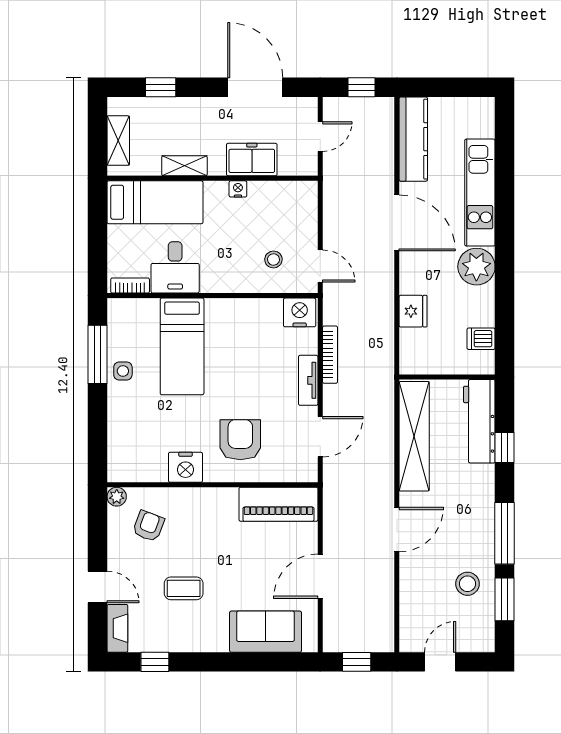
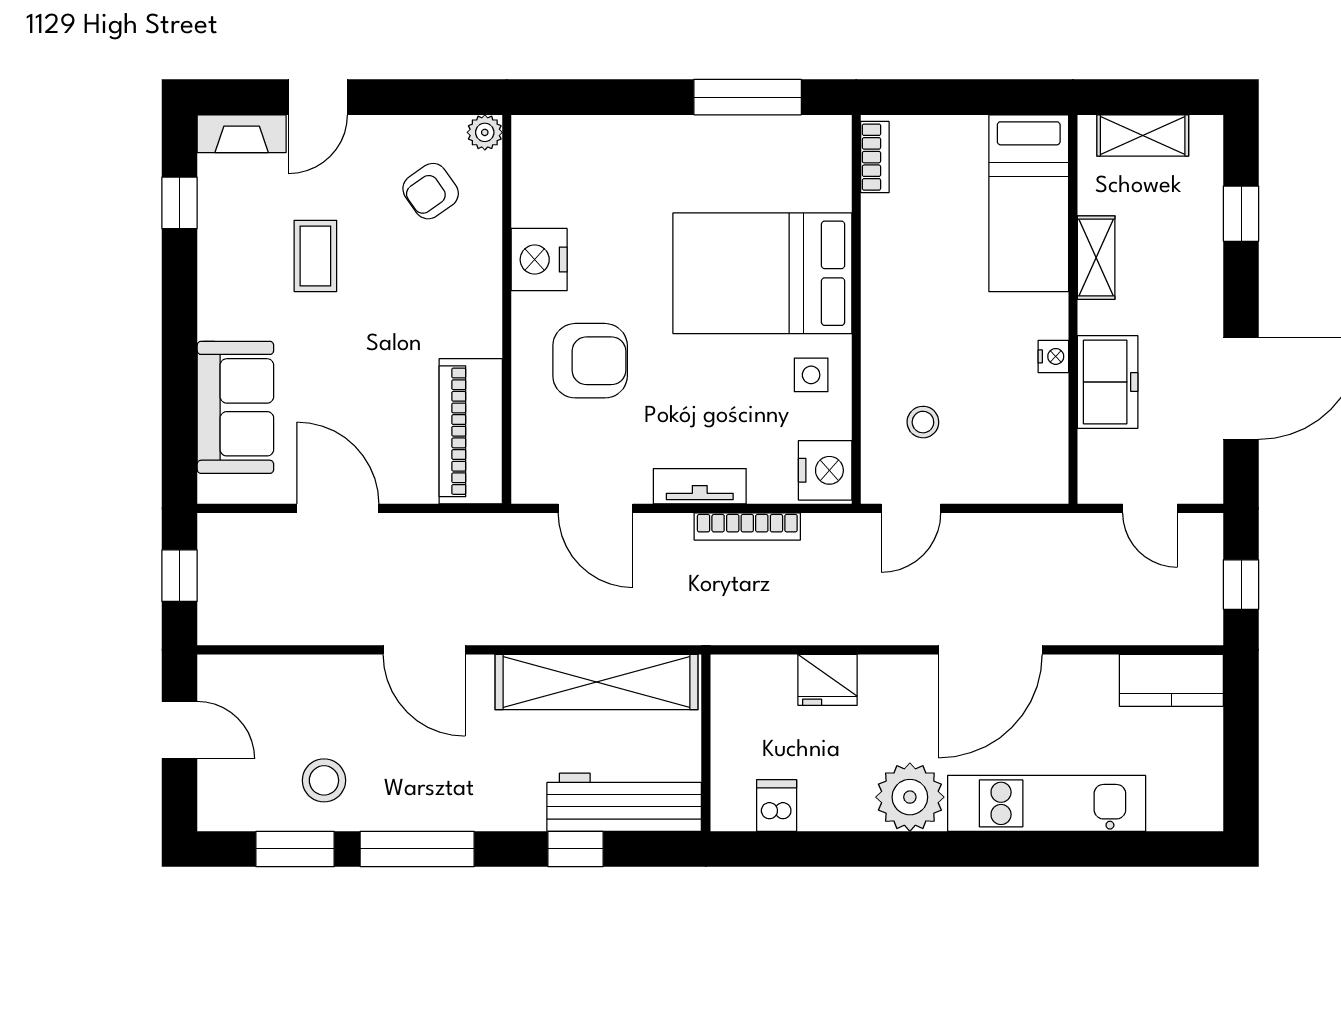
kitchen counter: (413, 139) -> (1171, 680), width x0.67
desk: (175, 267) -> (908, 240), removed
bed: (182, 346) -> (762, 273), width x1.50
side table: (123, 371) -> (811, 375), moved
armchair: (148, 526) -> (431, 191), turned 124

